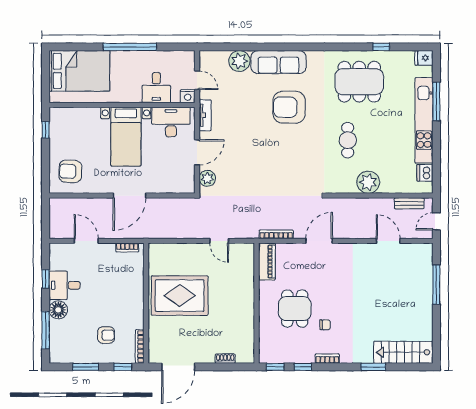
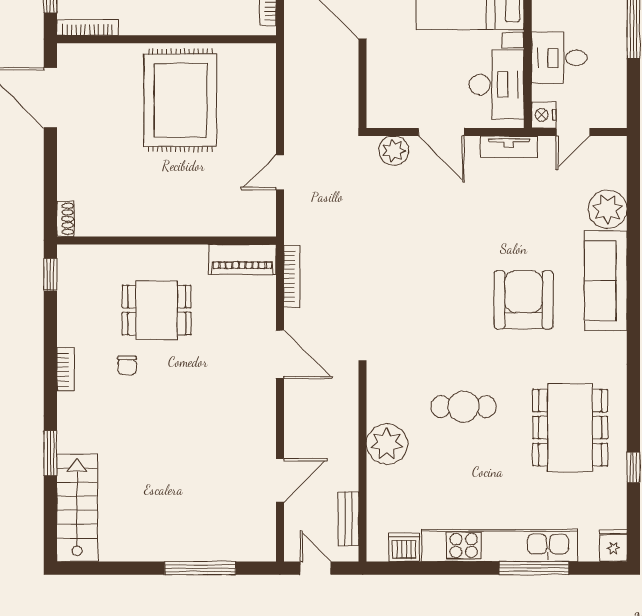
shoe rack: (225, 359) -> (65, 219), moved
window: (303, 367) -> (50, 325), removed

